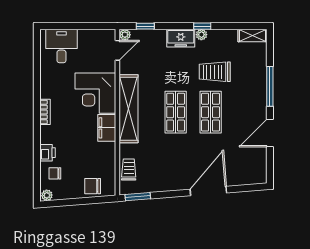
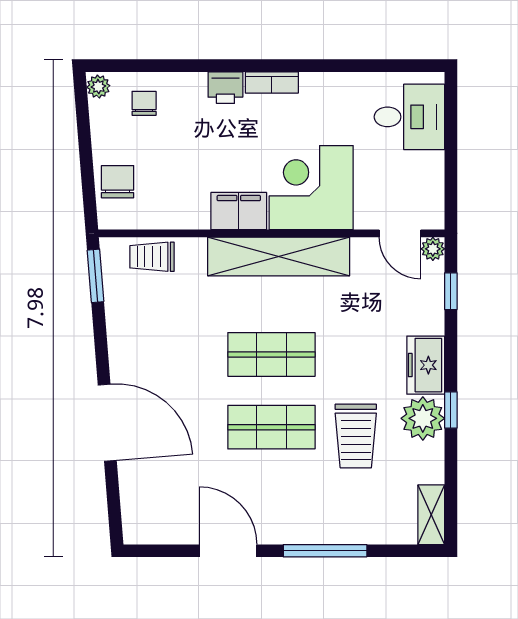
plant: (201, 35) -> (423, 418), width x1.87, depth x1.87
trolley: (215, 72) -> (356, 436), turned 180
printer: (47, 153) -> (225, 88), moved
trolley: (129, 170) -> (152, 257), turned 180

